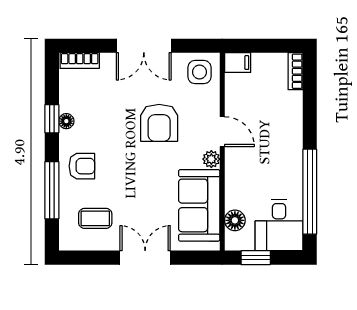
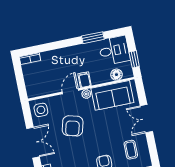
filing cabinet: (238, 63) -> (85, 80), moved
armchair: (159, 123) -> (73, 126), turned 105
window: (310, 192) -> (93, 38), width x0.47

